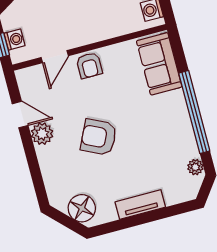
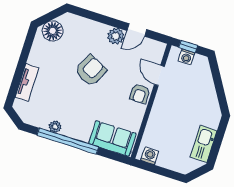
armchair: (89, 65) -> (140, 94), turned -90
plant: (195, 167) -> (55, 127), moved
tv unit: (140, 205) -> (27, 83), moved

